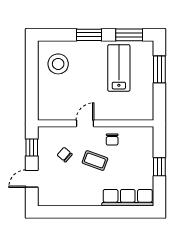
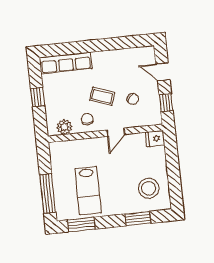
window: (89, 35) -> (138, 219), moved
window: (159, 69) -> (48, 193), width x1.44
fridge: (47, 113) -> (155, 139), added
plant: (136, 134) -> (64, 127), added
door: (32, 179) -> (163, 72), swing flipped

